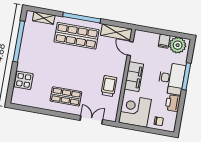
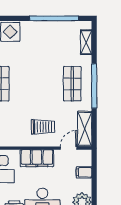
shop shelf: (77, 36) -> (72, 84), width x0.70, depth x0.74
filing cabinet: (164, 41) -> (84, 172), moved
trolley: (109, 86) -> (43, 127), moved

